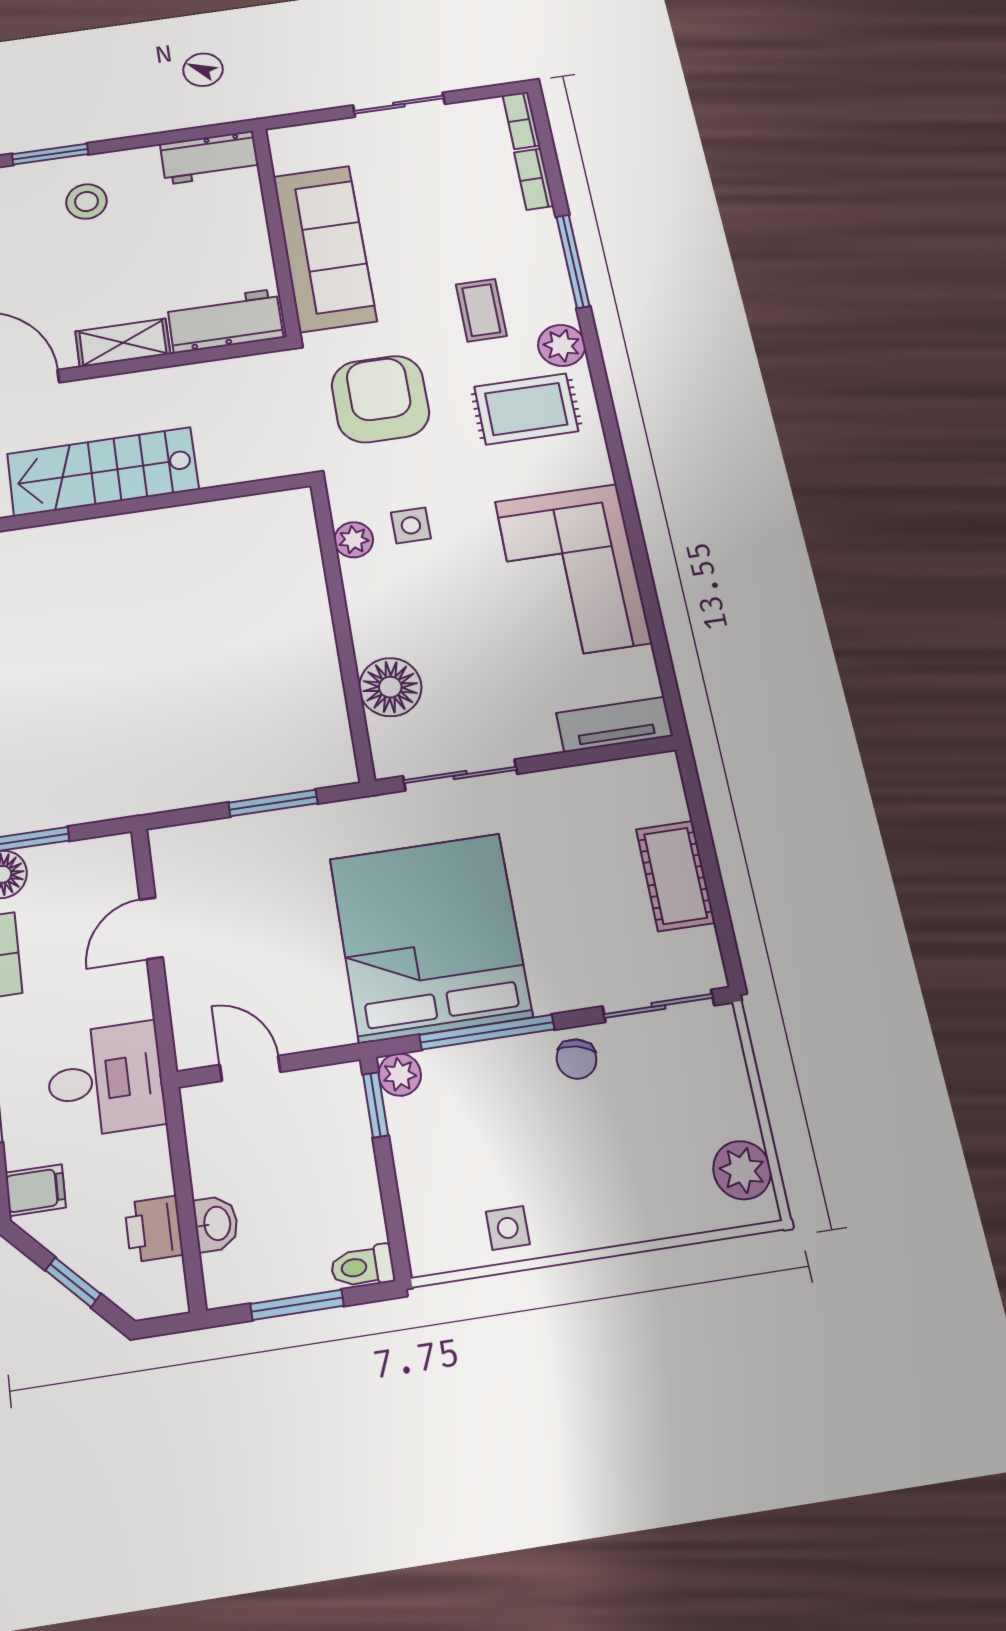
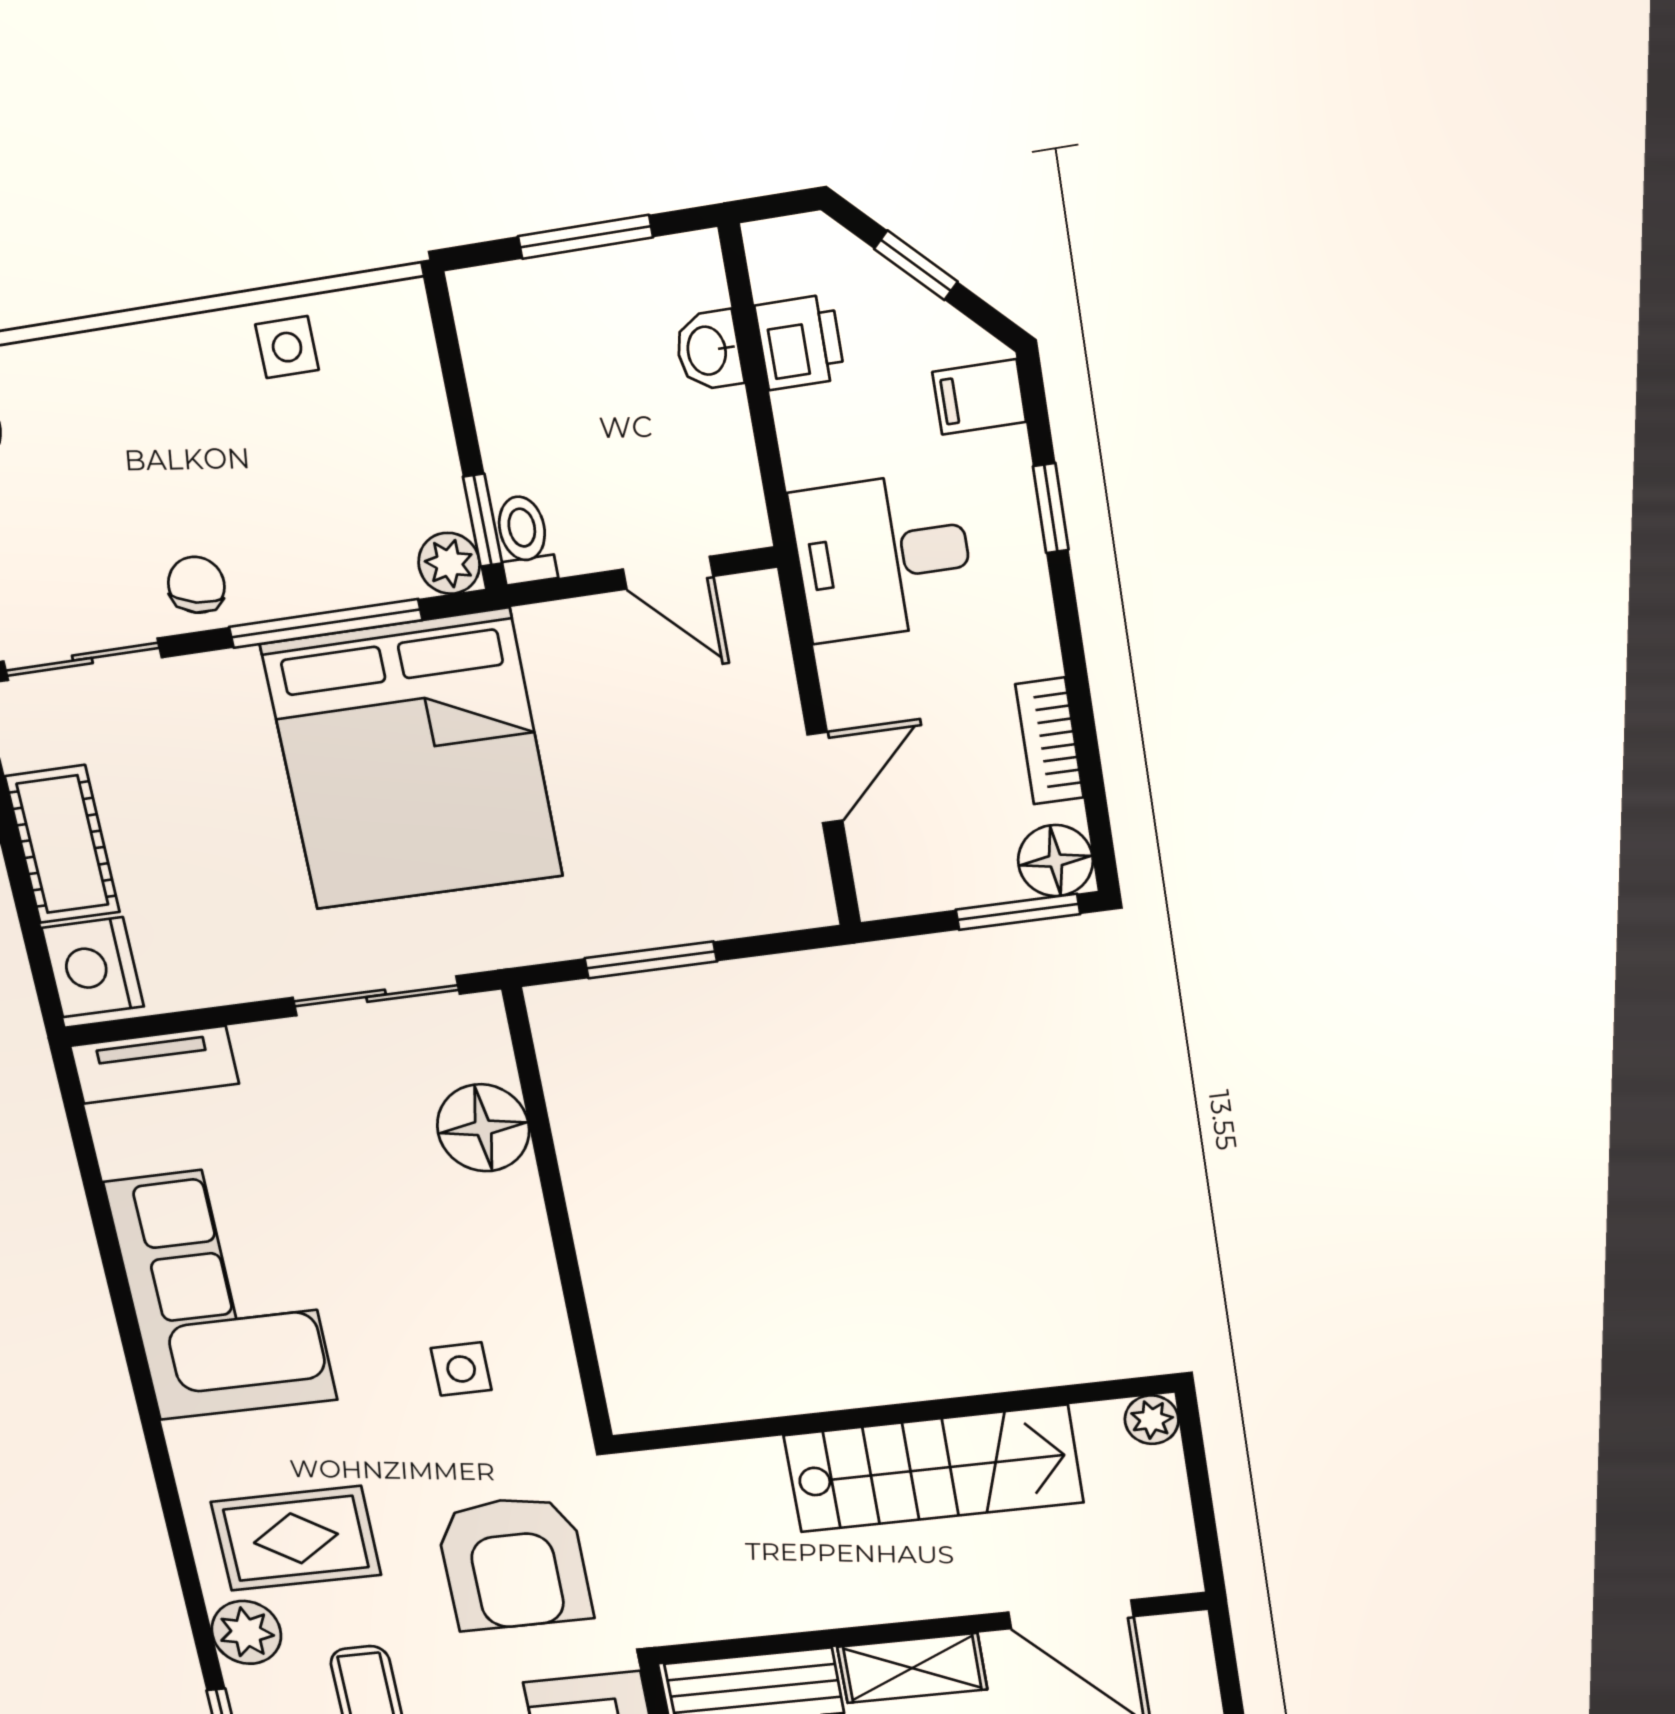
plant: (354, 540) -> (546, 1350), removed
nightstand: (656, 791) -> (93, 967), added
toilet: (362, 1266) -> (524, 539), moved, turned -90

